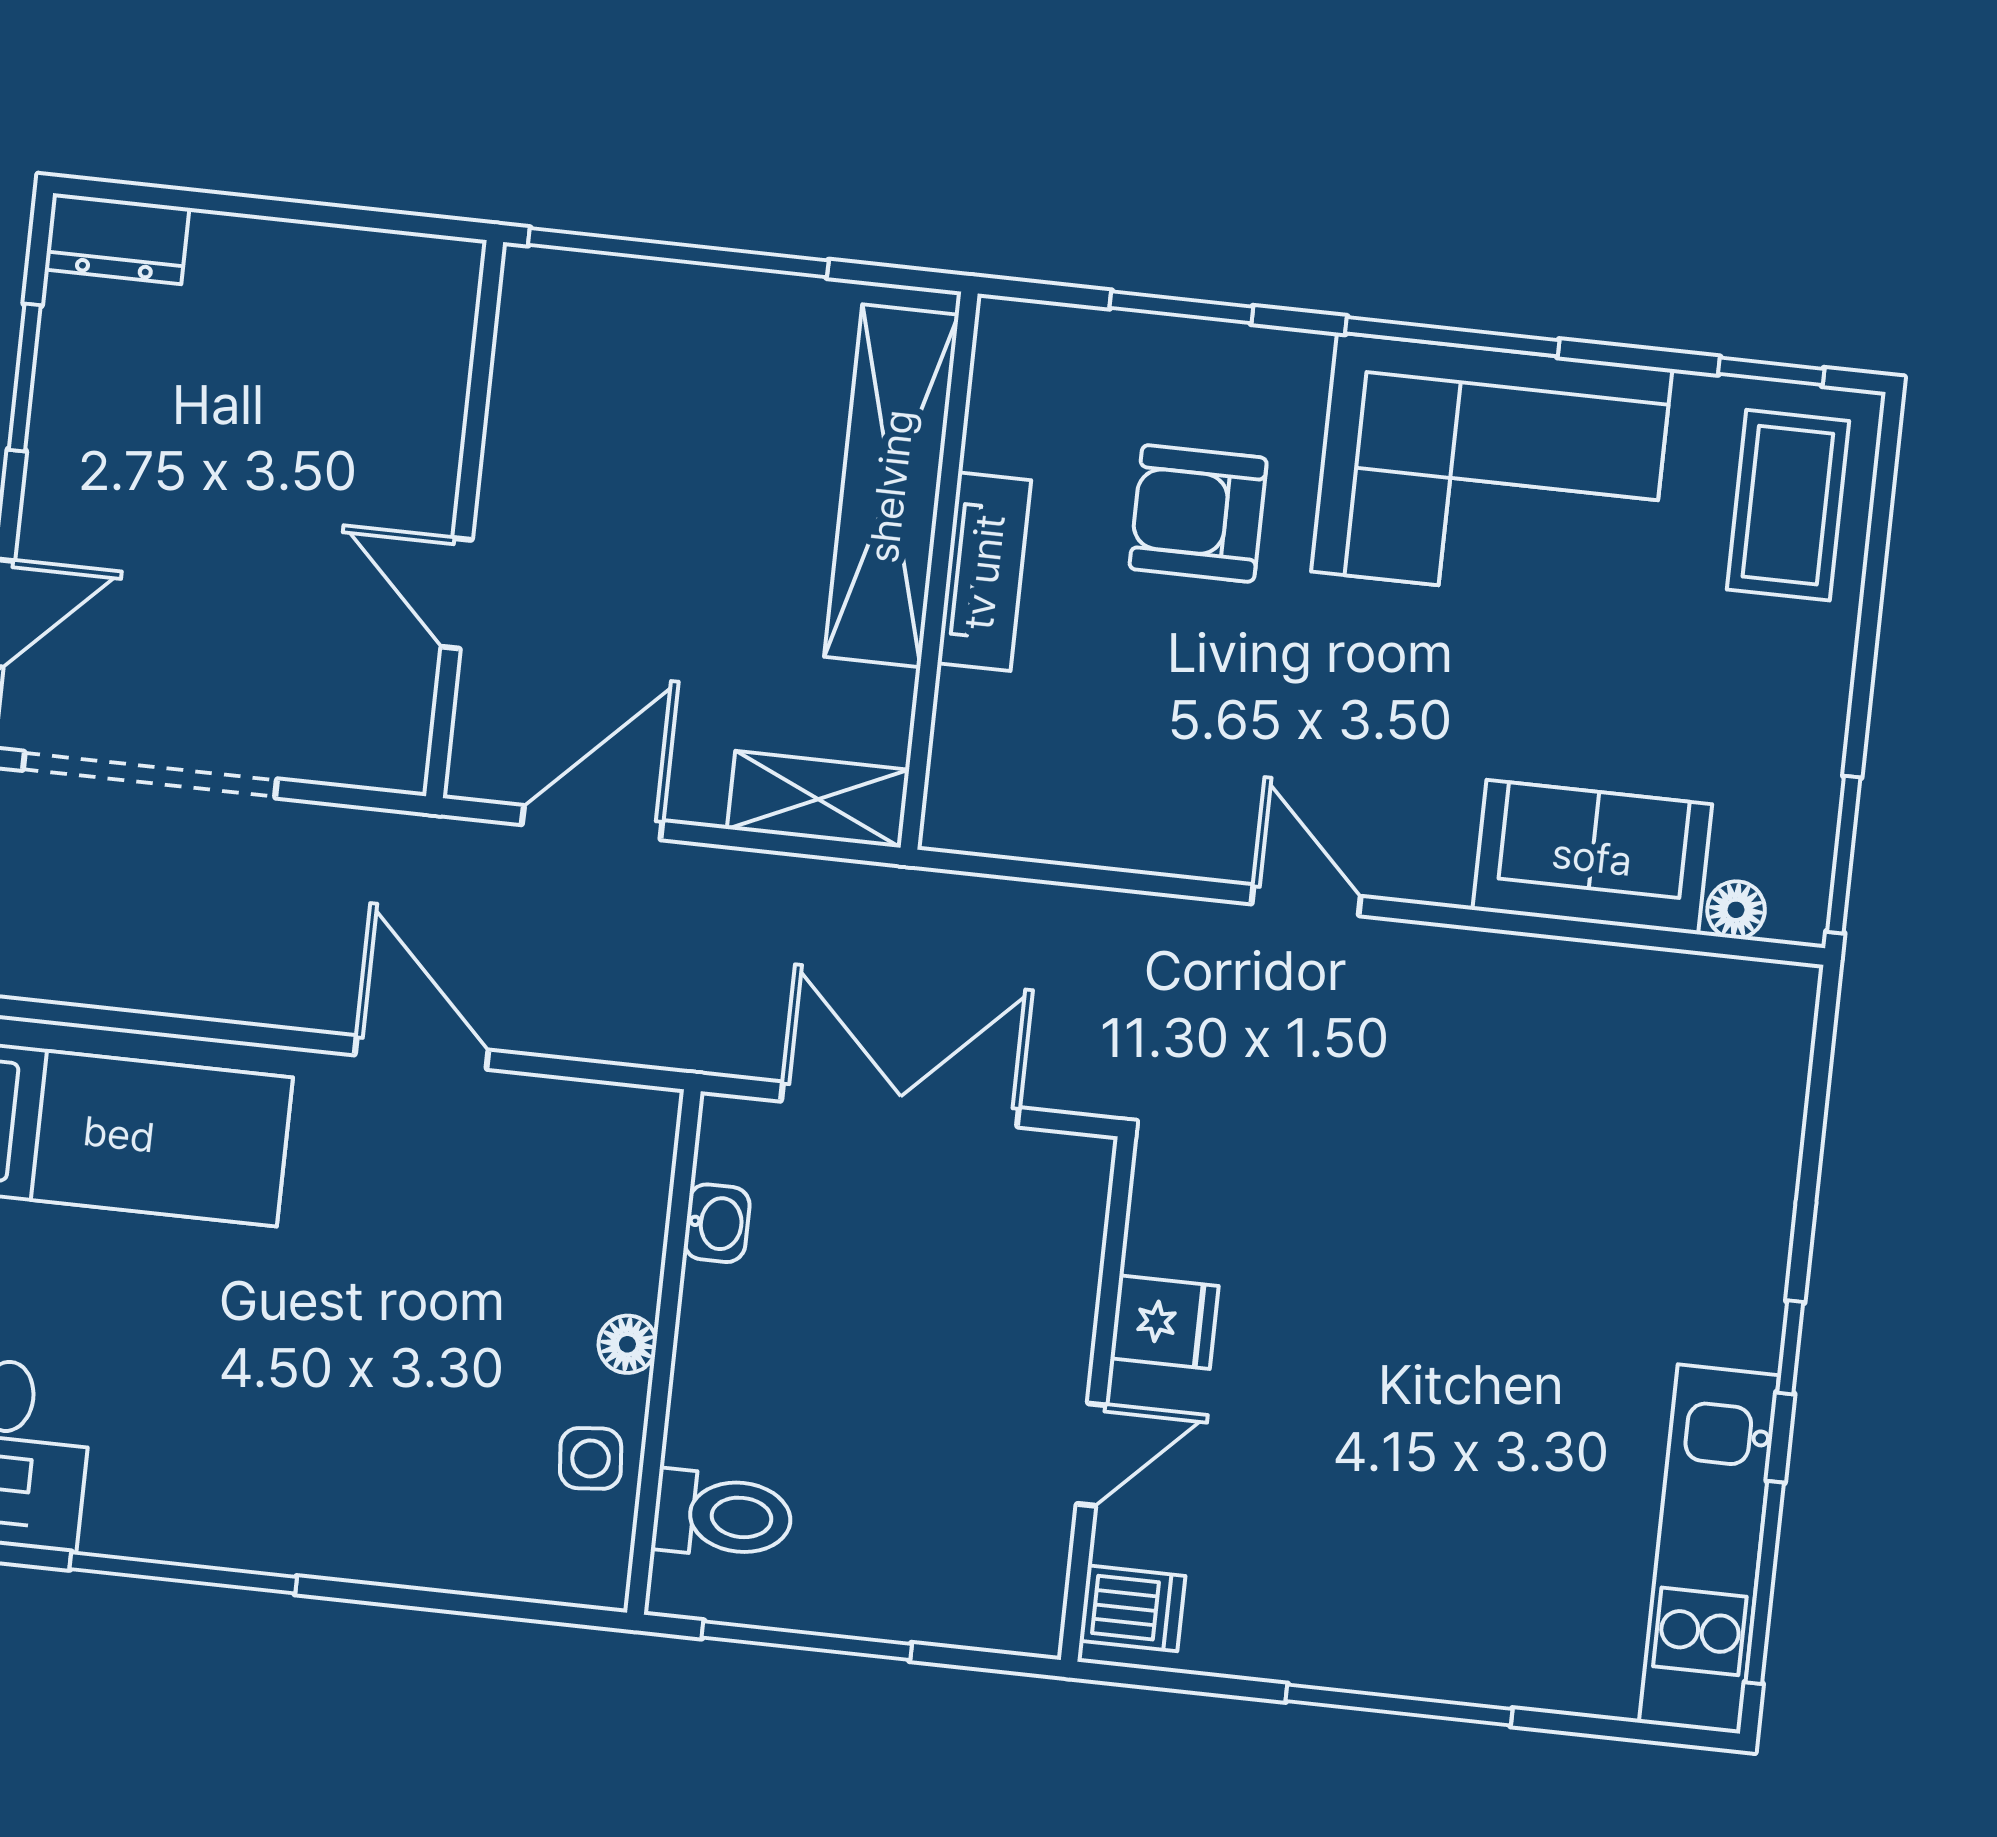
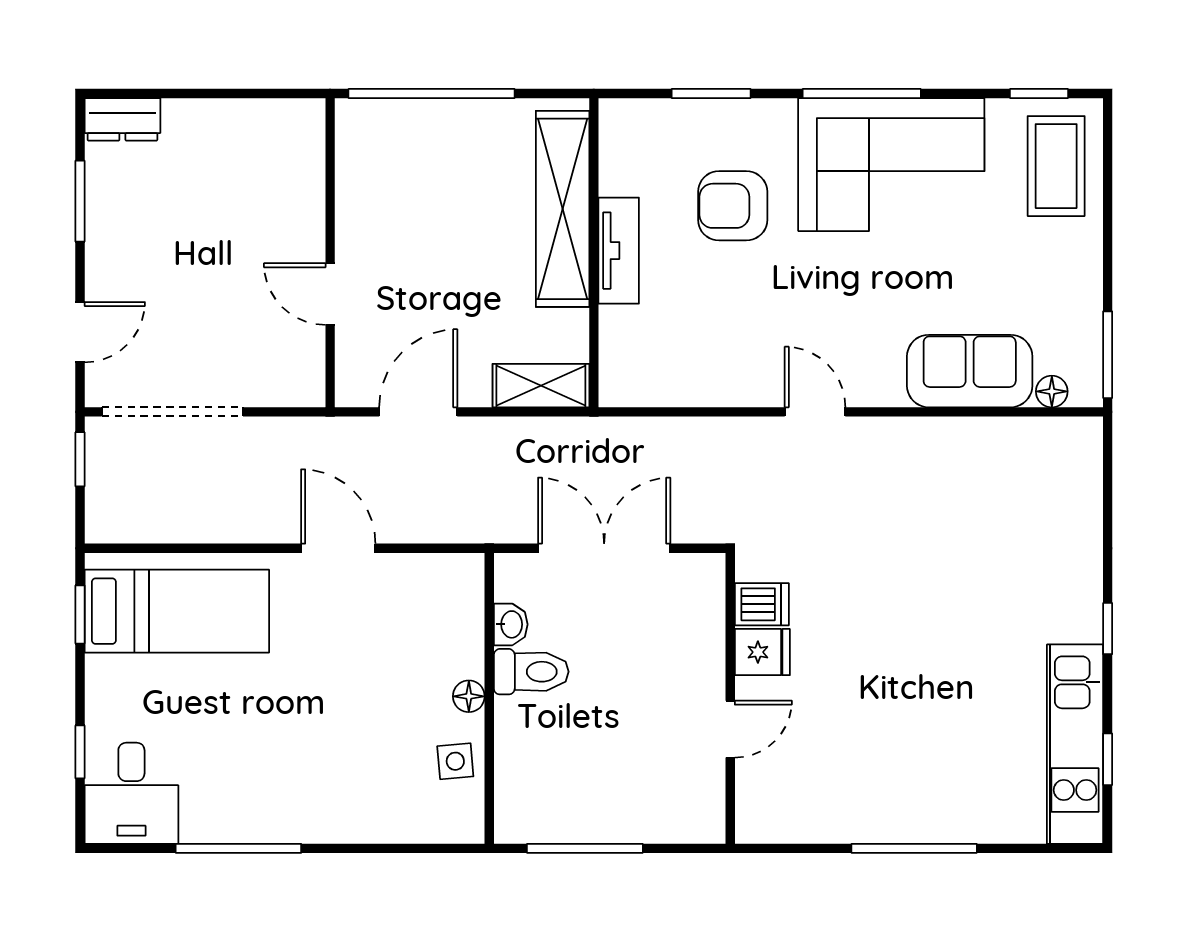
toilet: (723, 1515) -> (531, 672), moved
window: (1765, 1582) -> (1108, 759), width x0.46
dishwasher: (1132, 1608) -> (762, 604), moved

